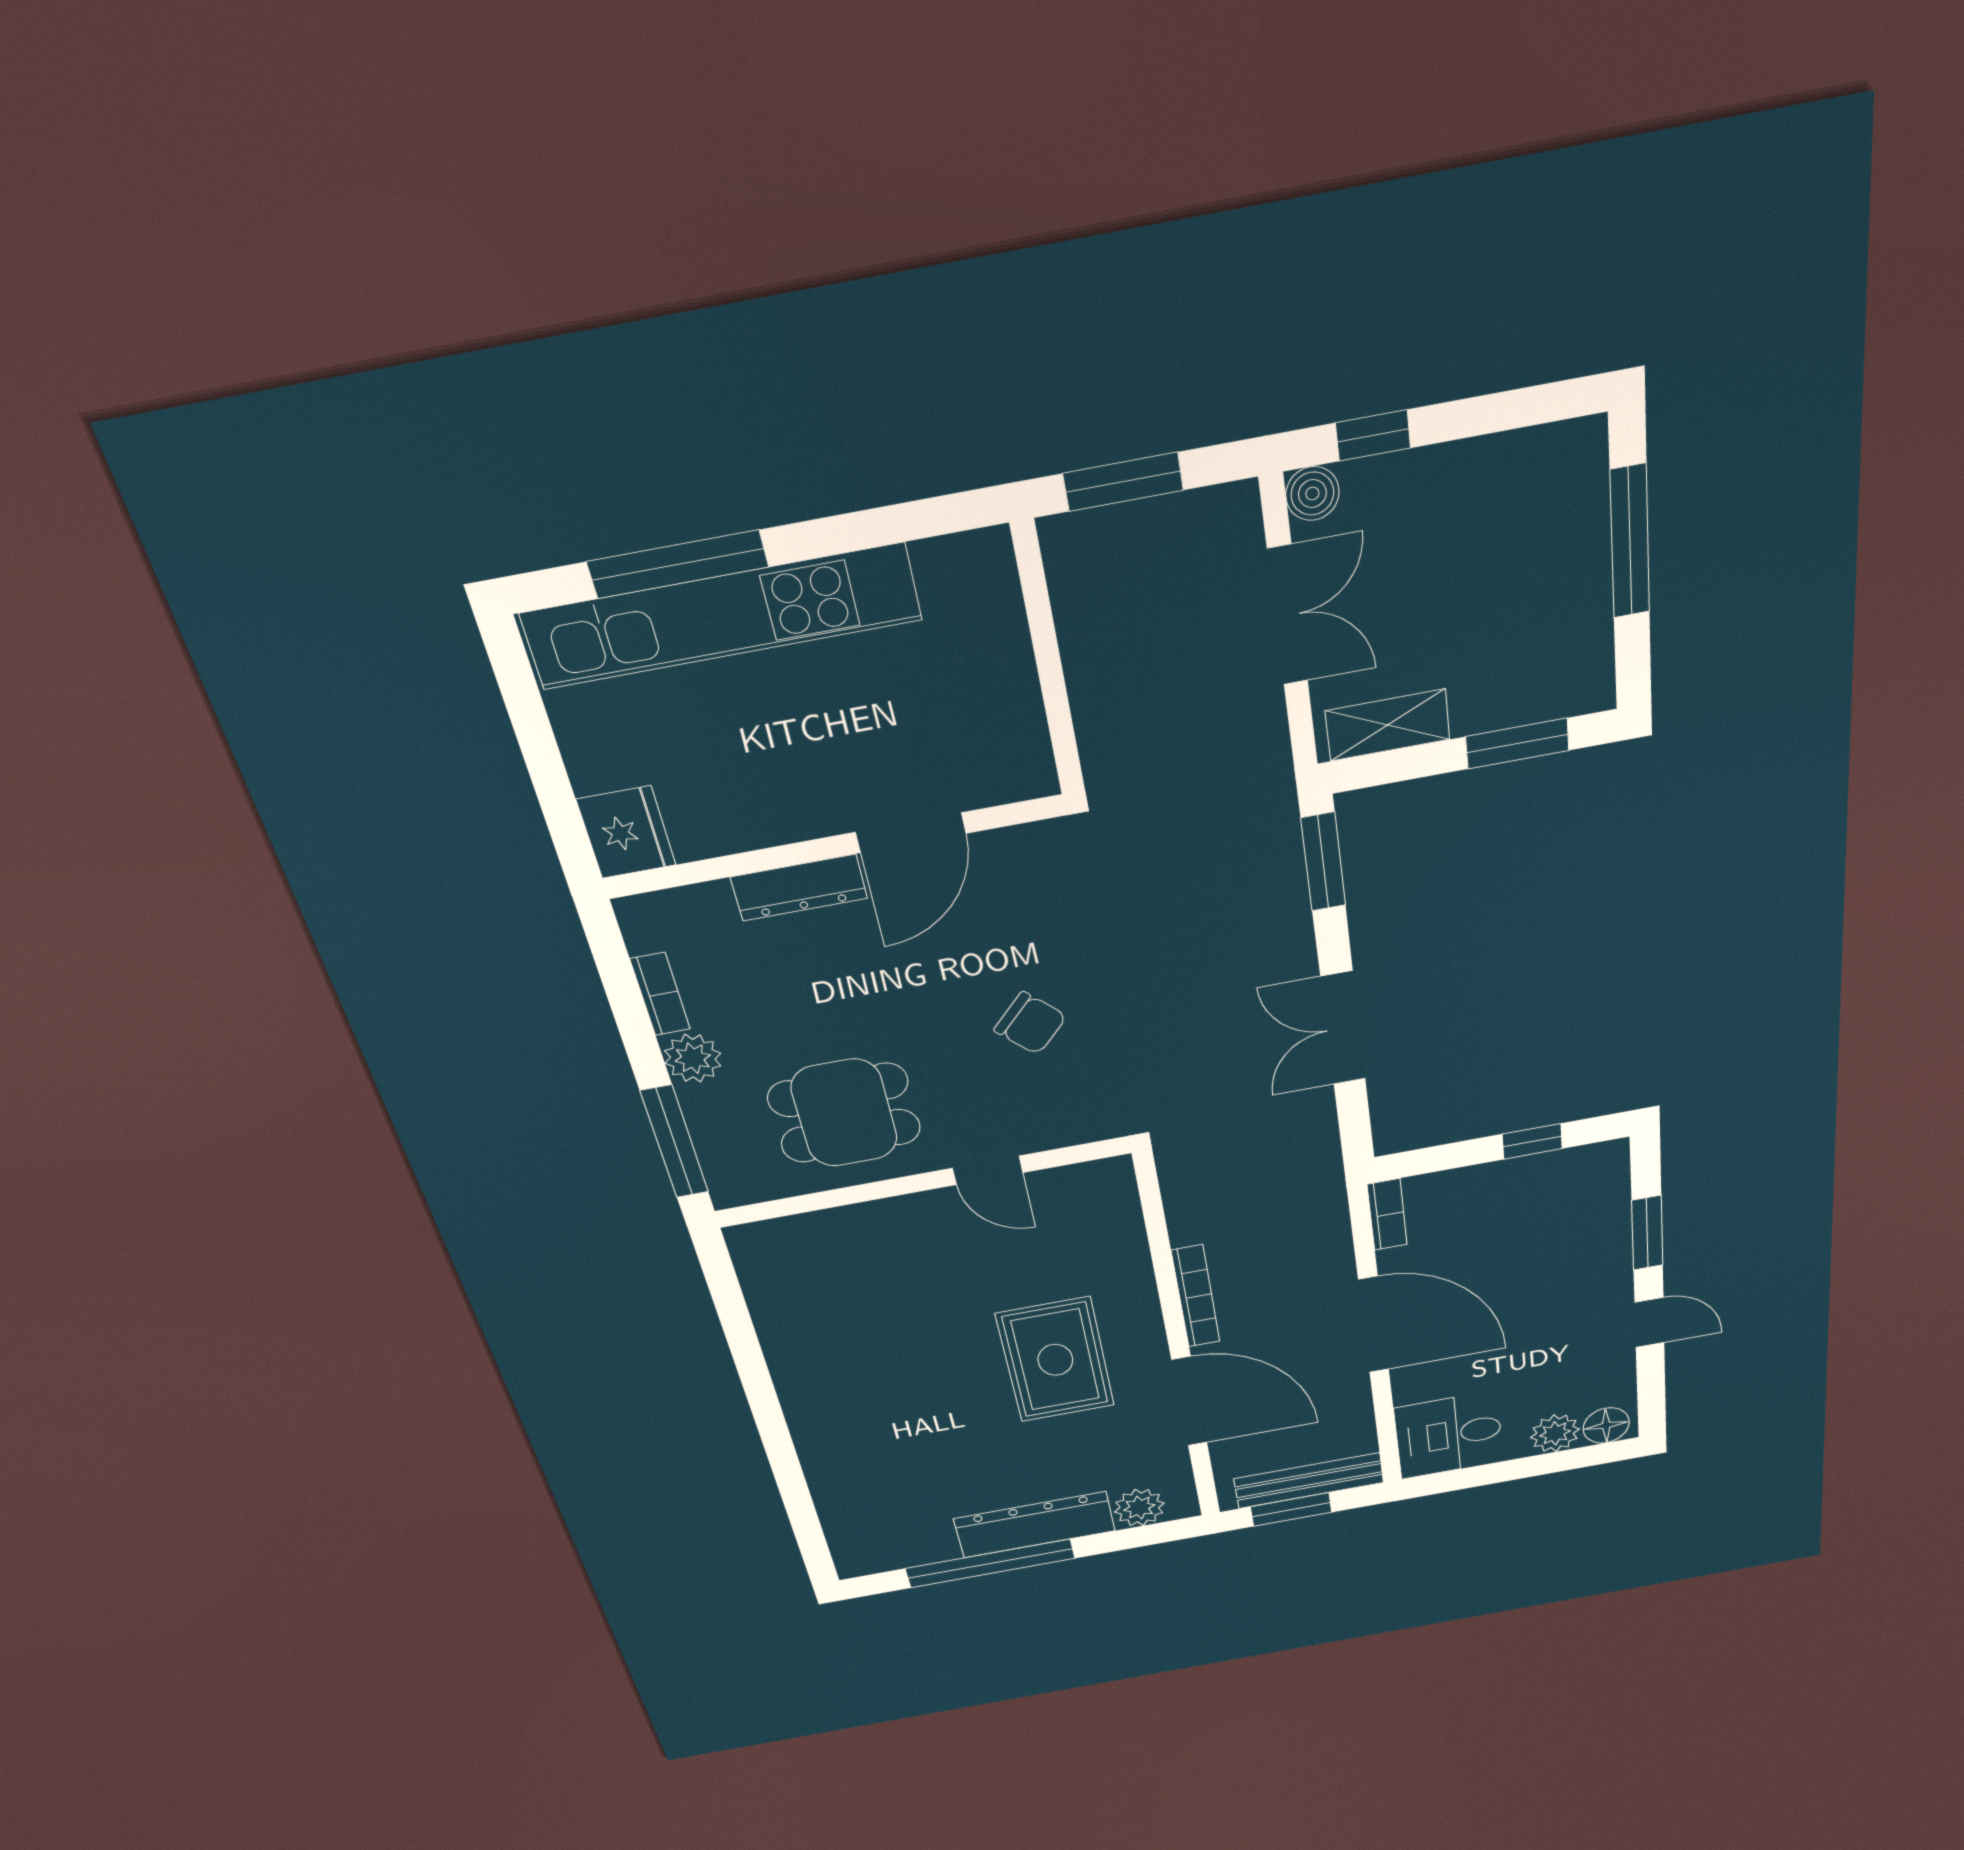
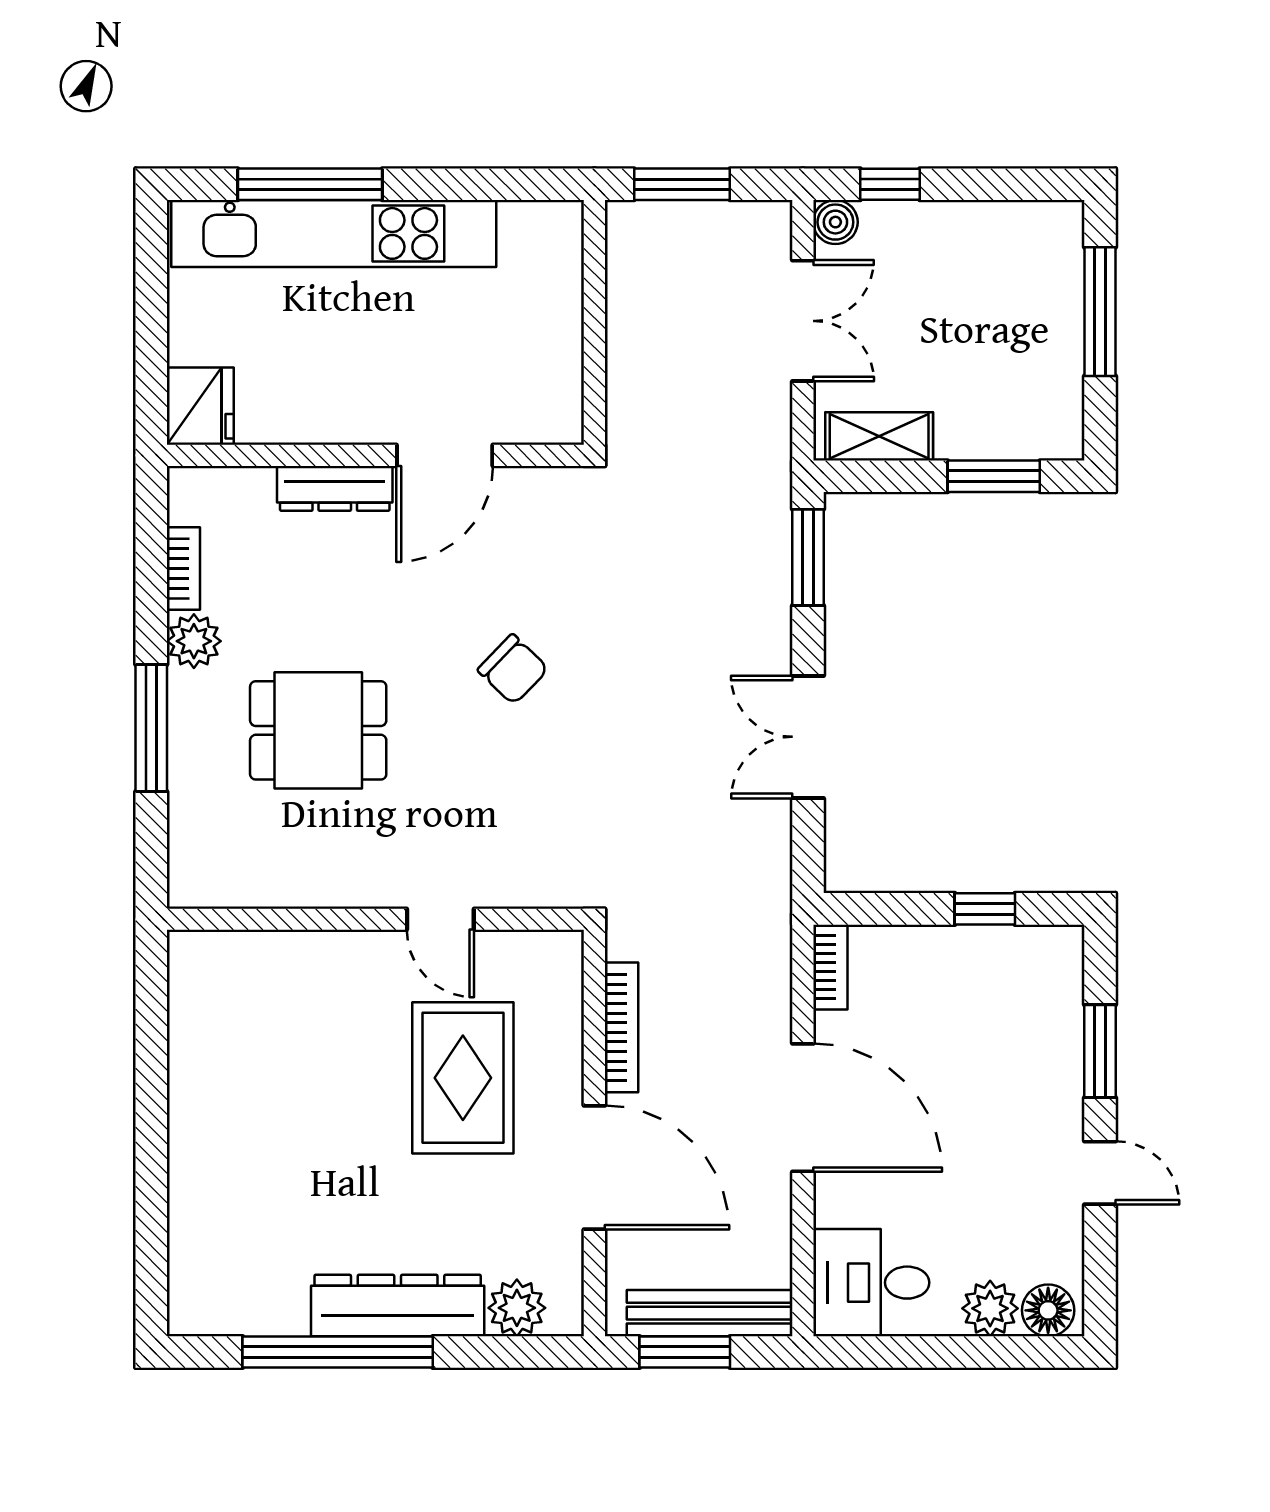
door: (988, 1170) -> (440, 919), moved
wall: (923, 1182) -> (375, 919), moved

